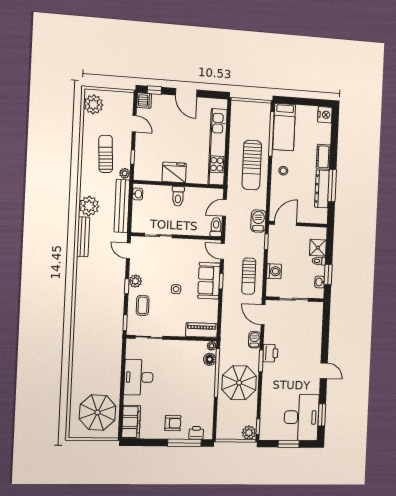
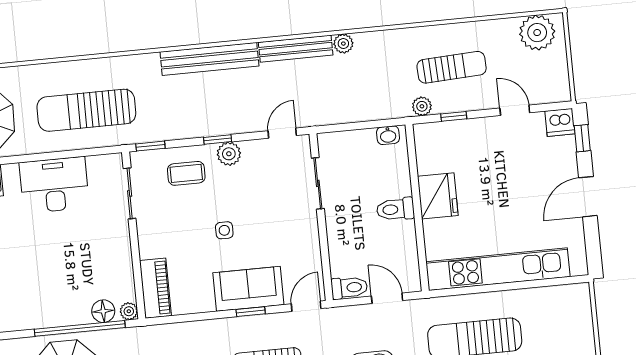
door: (134, 124) -> (515, 110), swing flipped
plant: (89, 206) -> (343, 44), width x0.53, depth x0.53
bench: (122, 206) -> (209, 59), moved
sun lounger: (100, 355) -> (86, 110), added

